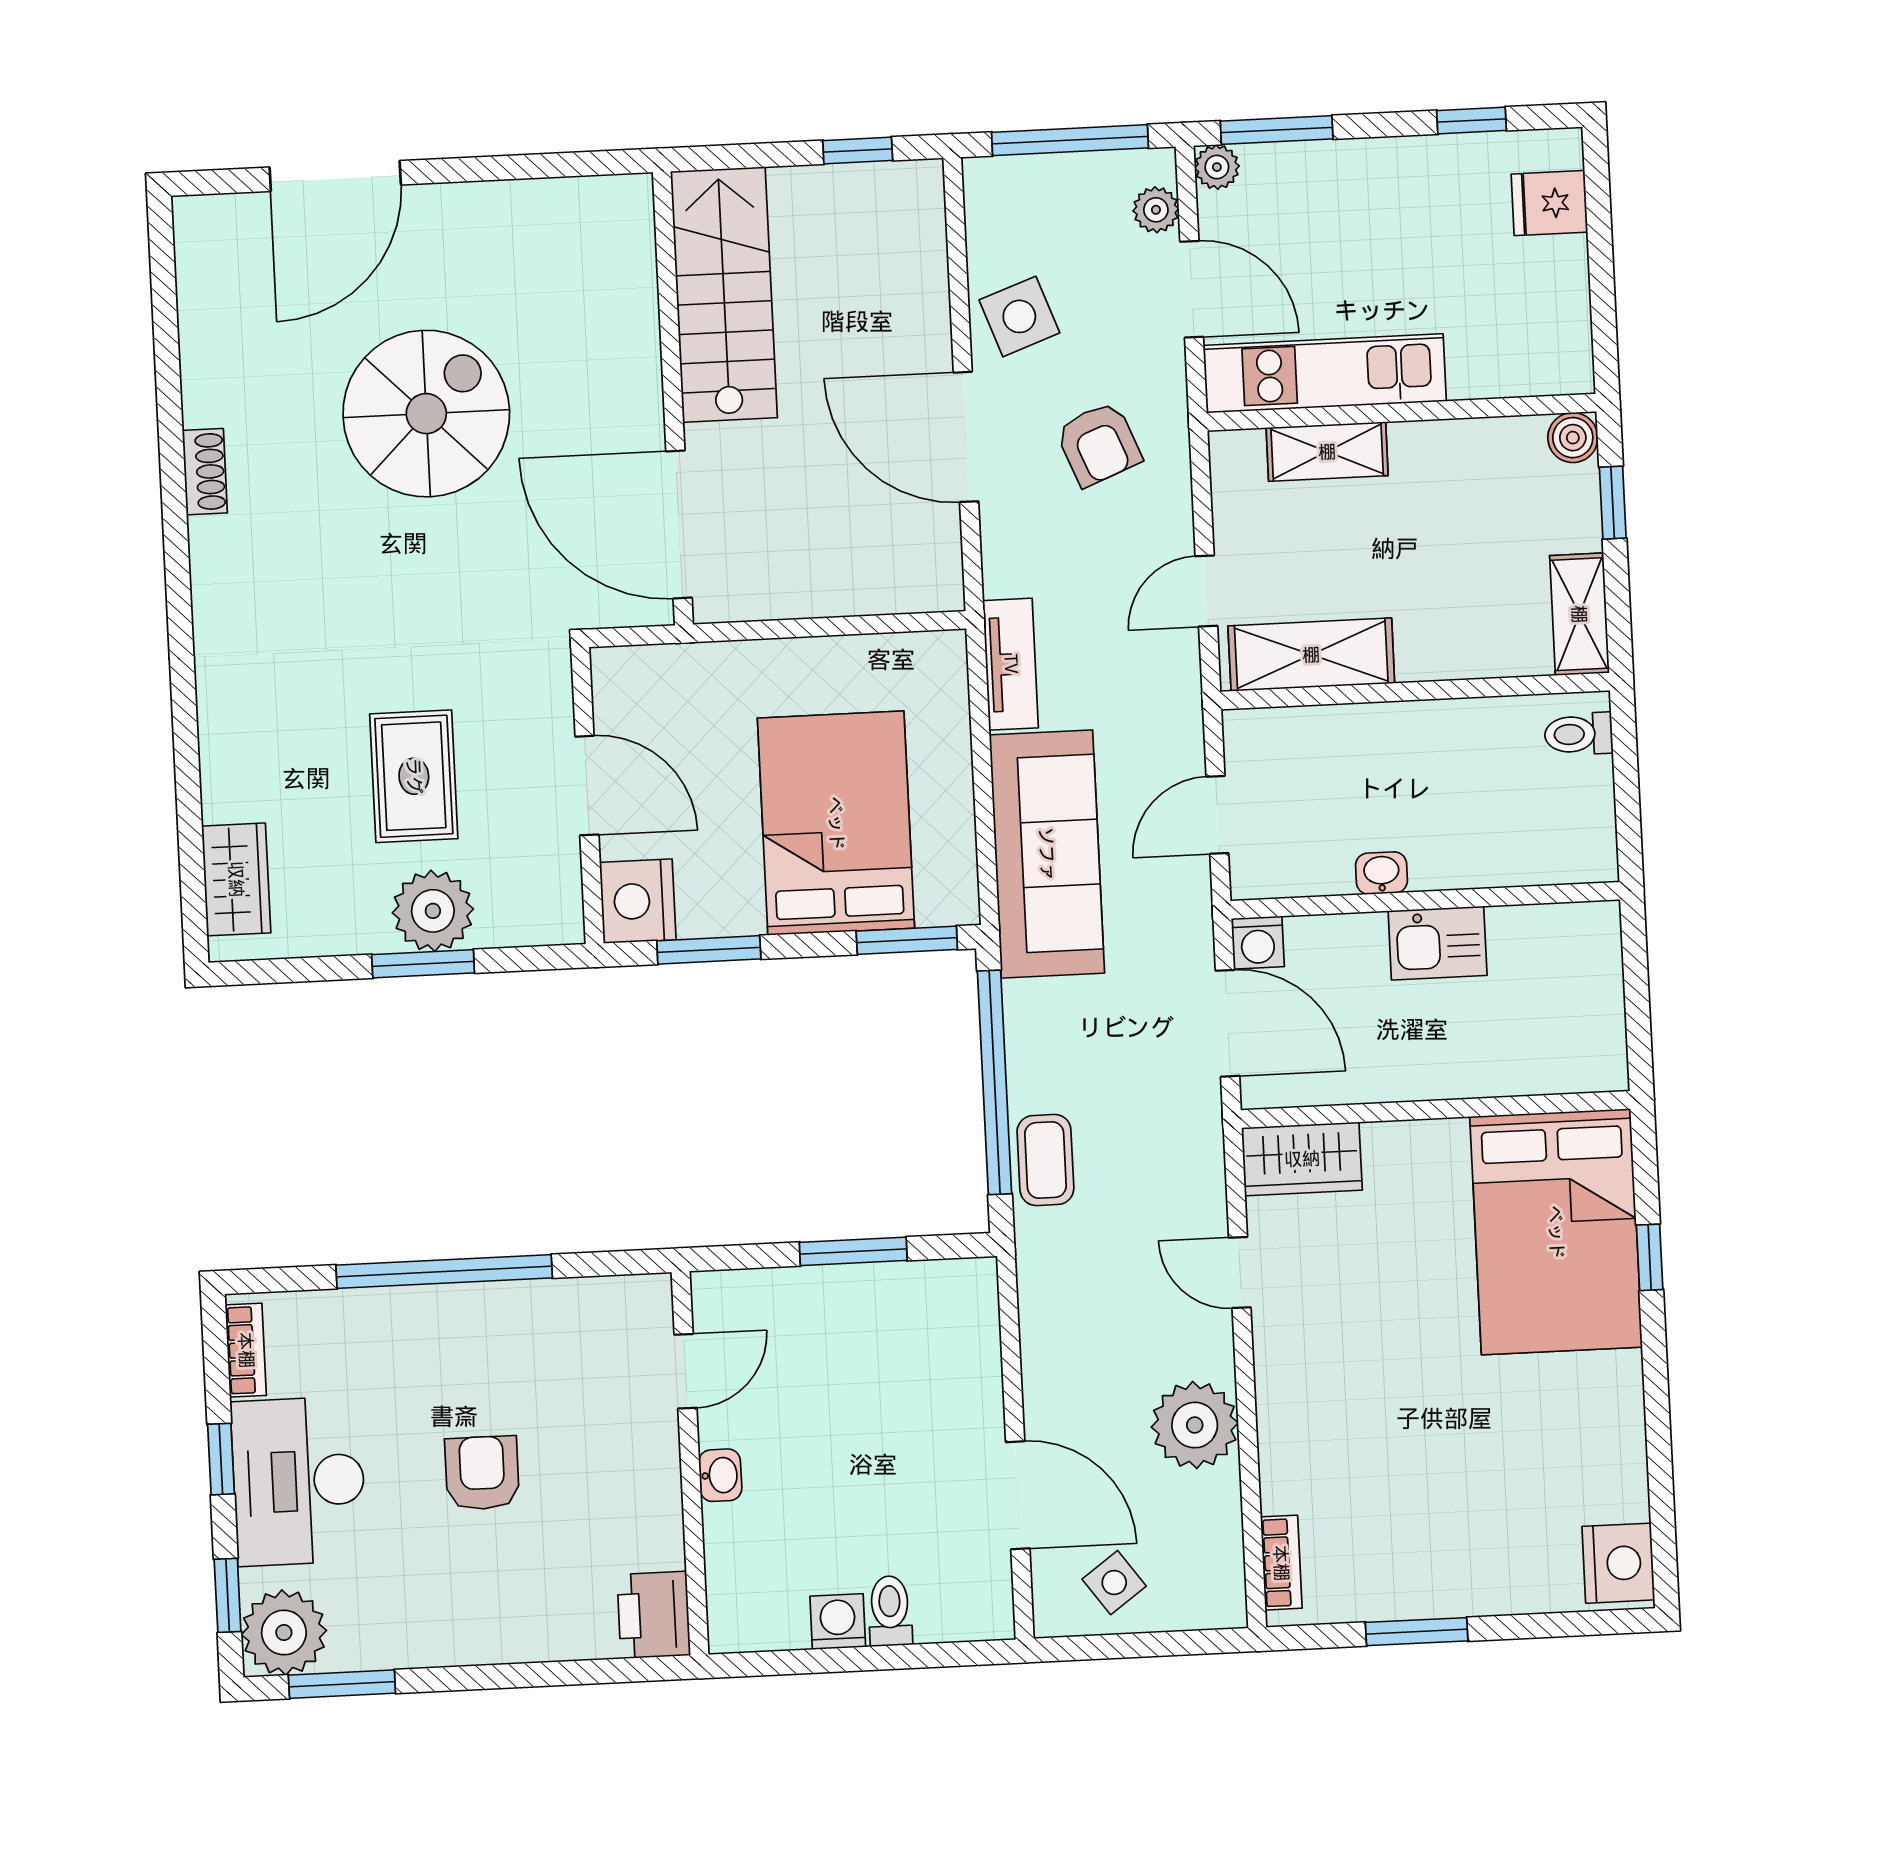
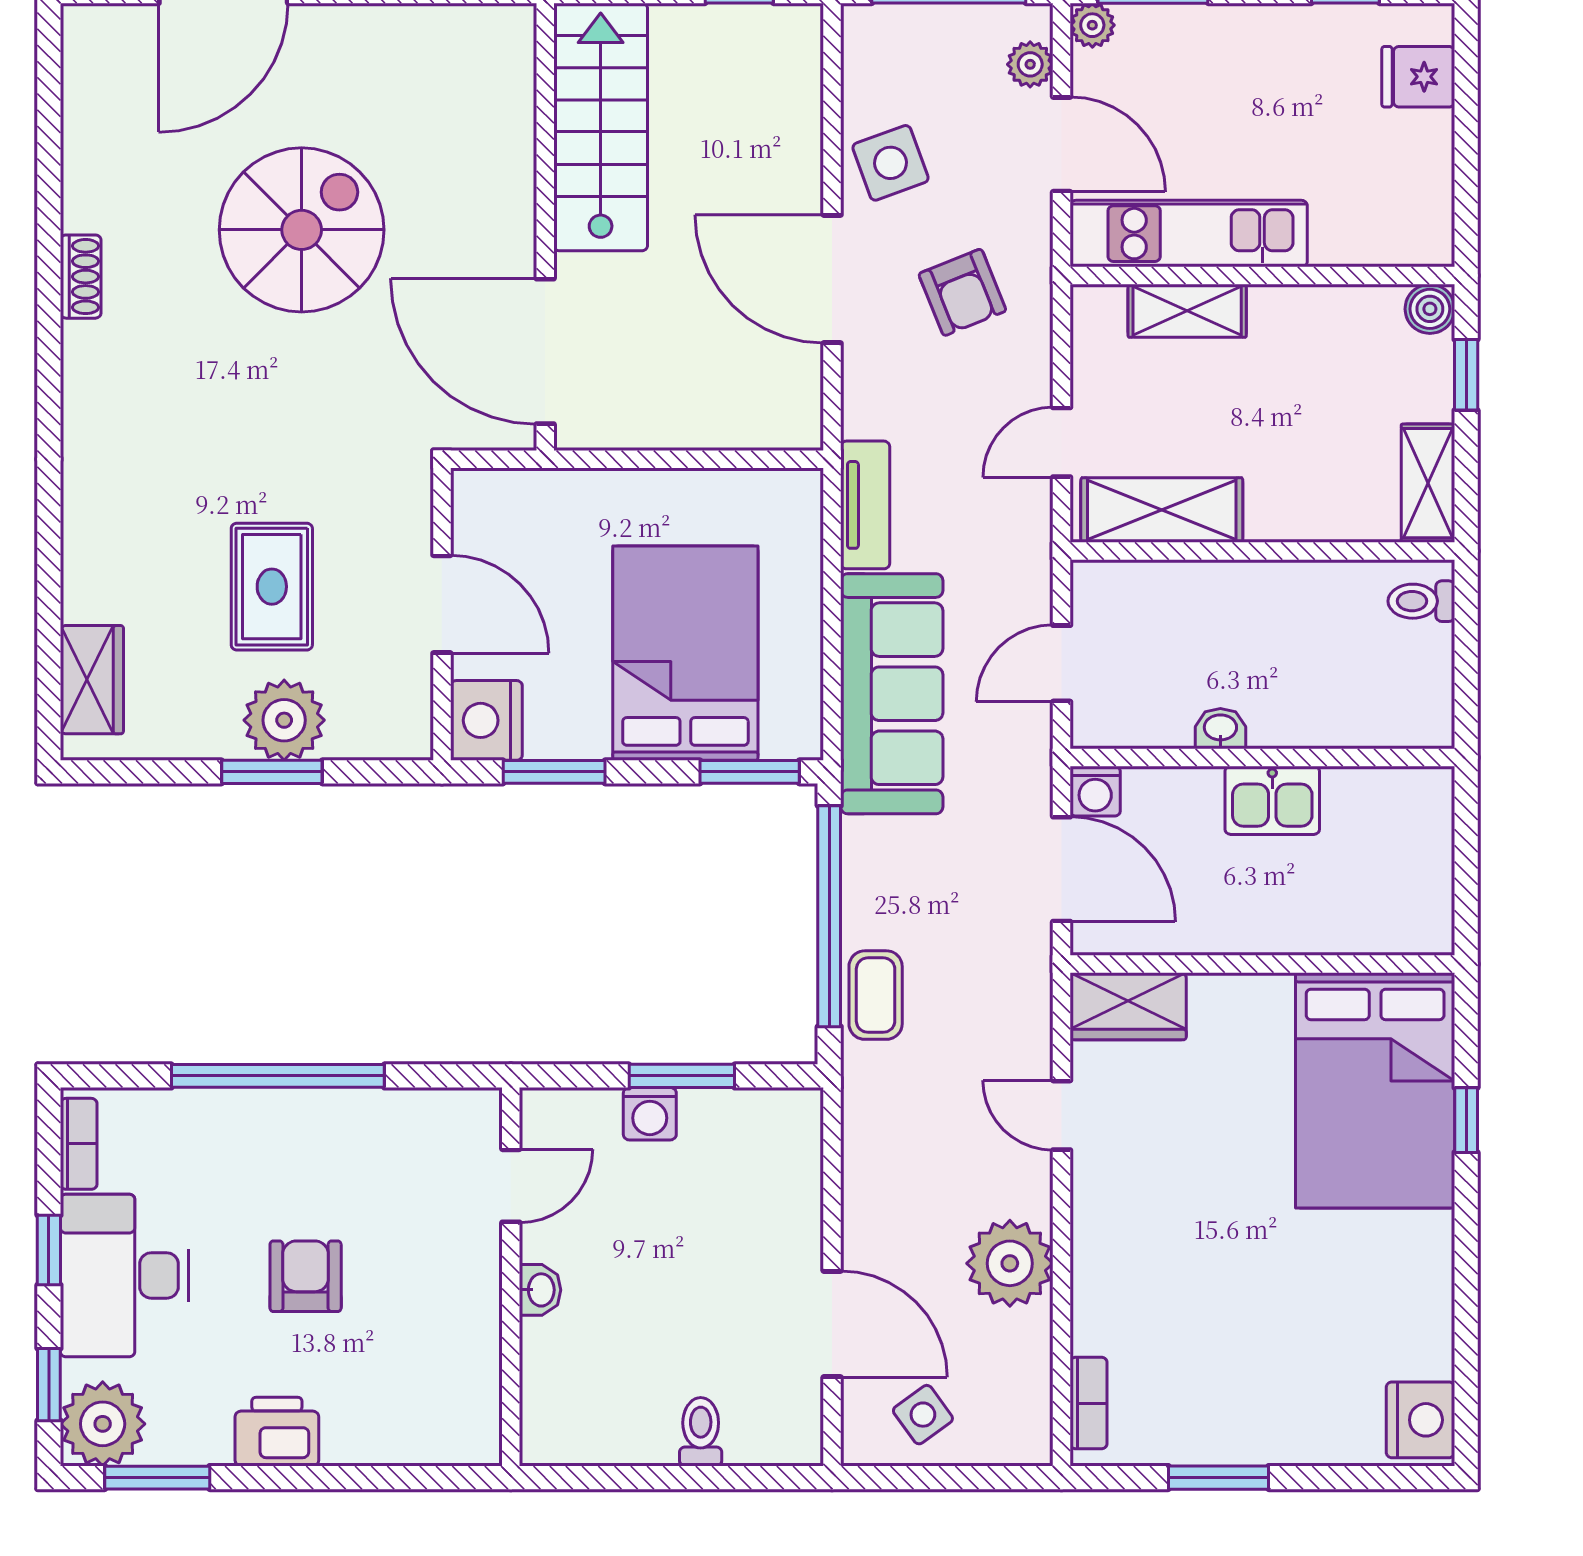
printer: (654, 1615) -> (277, 1432), moved, turned 90
washing machine: (838, 1622) -> (650, 1114), moved, turned 180

